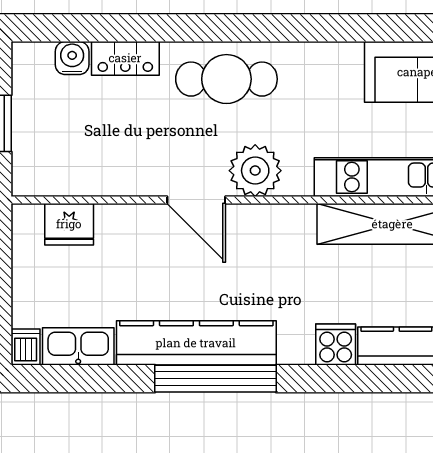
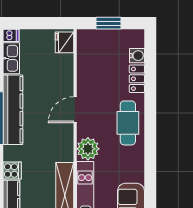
plant: (255, 171) -> (88, 149), moved
fridge: (69, 224) -> (65, 42), moved

